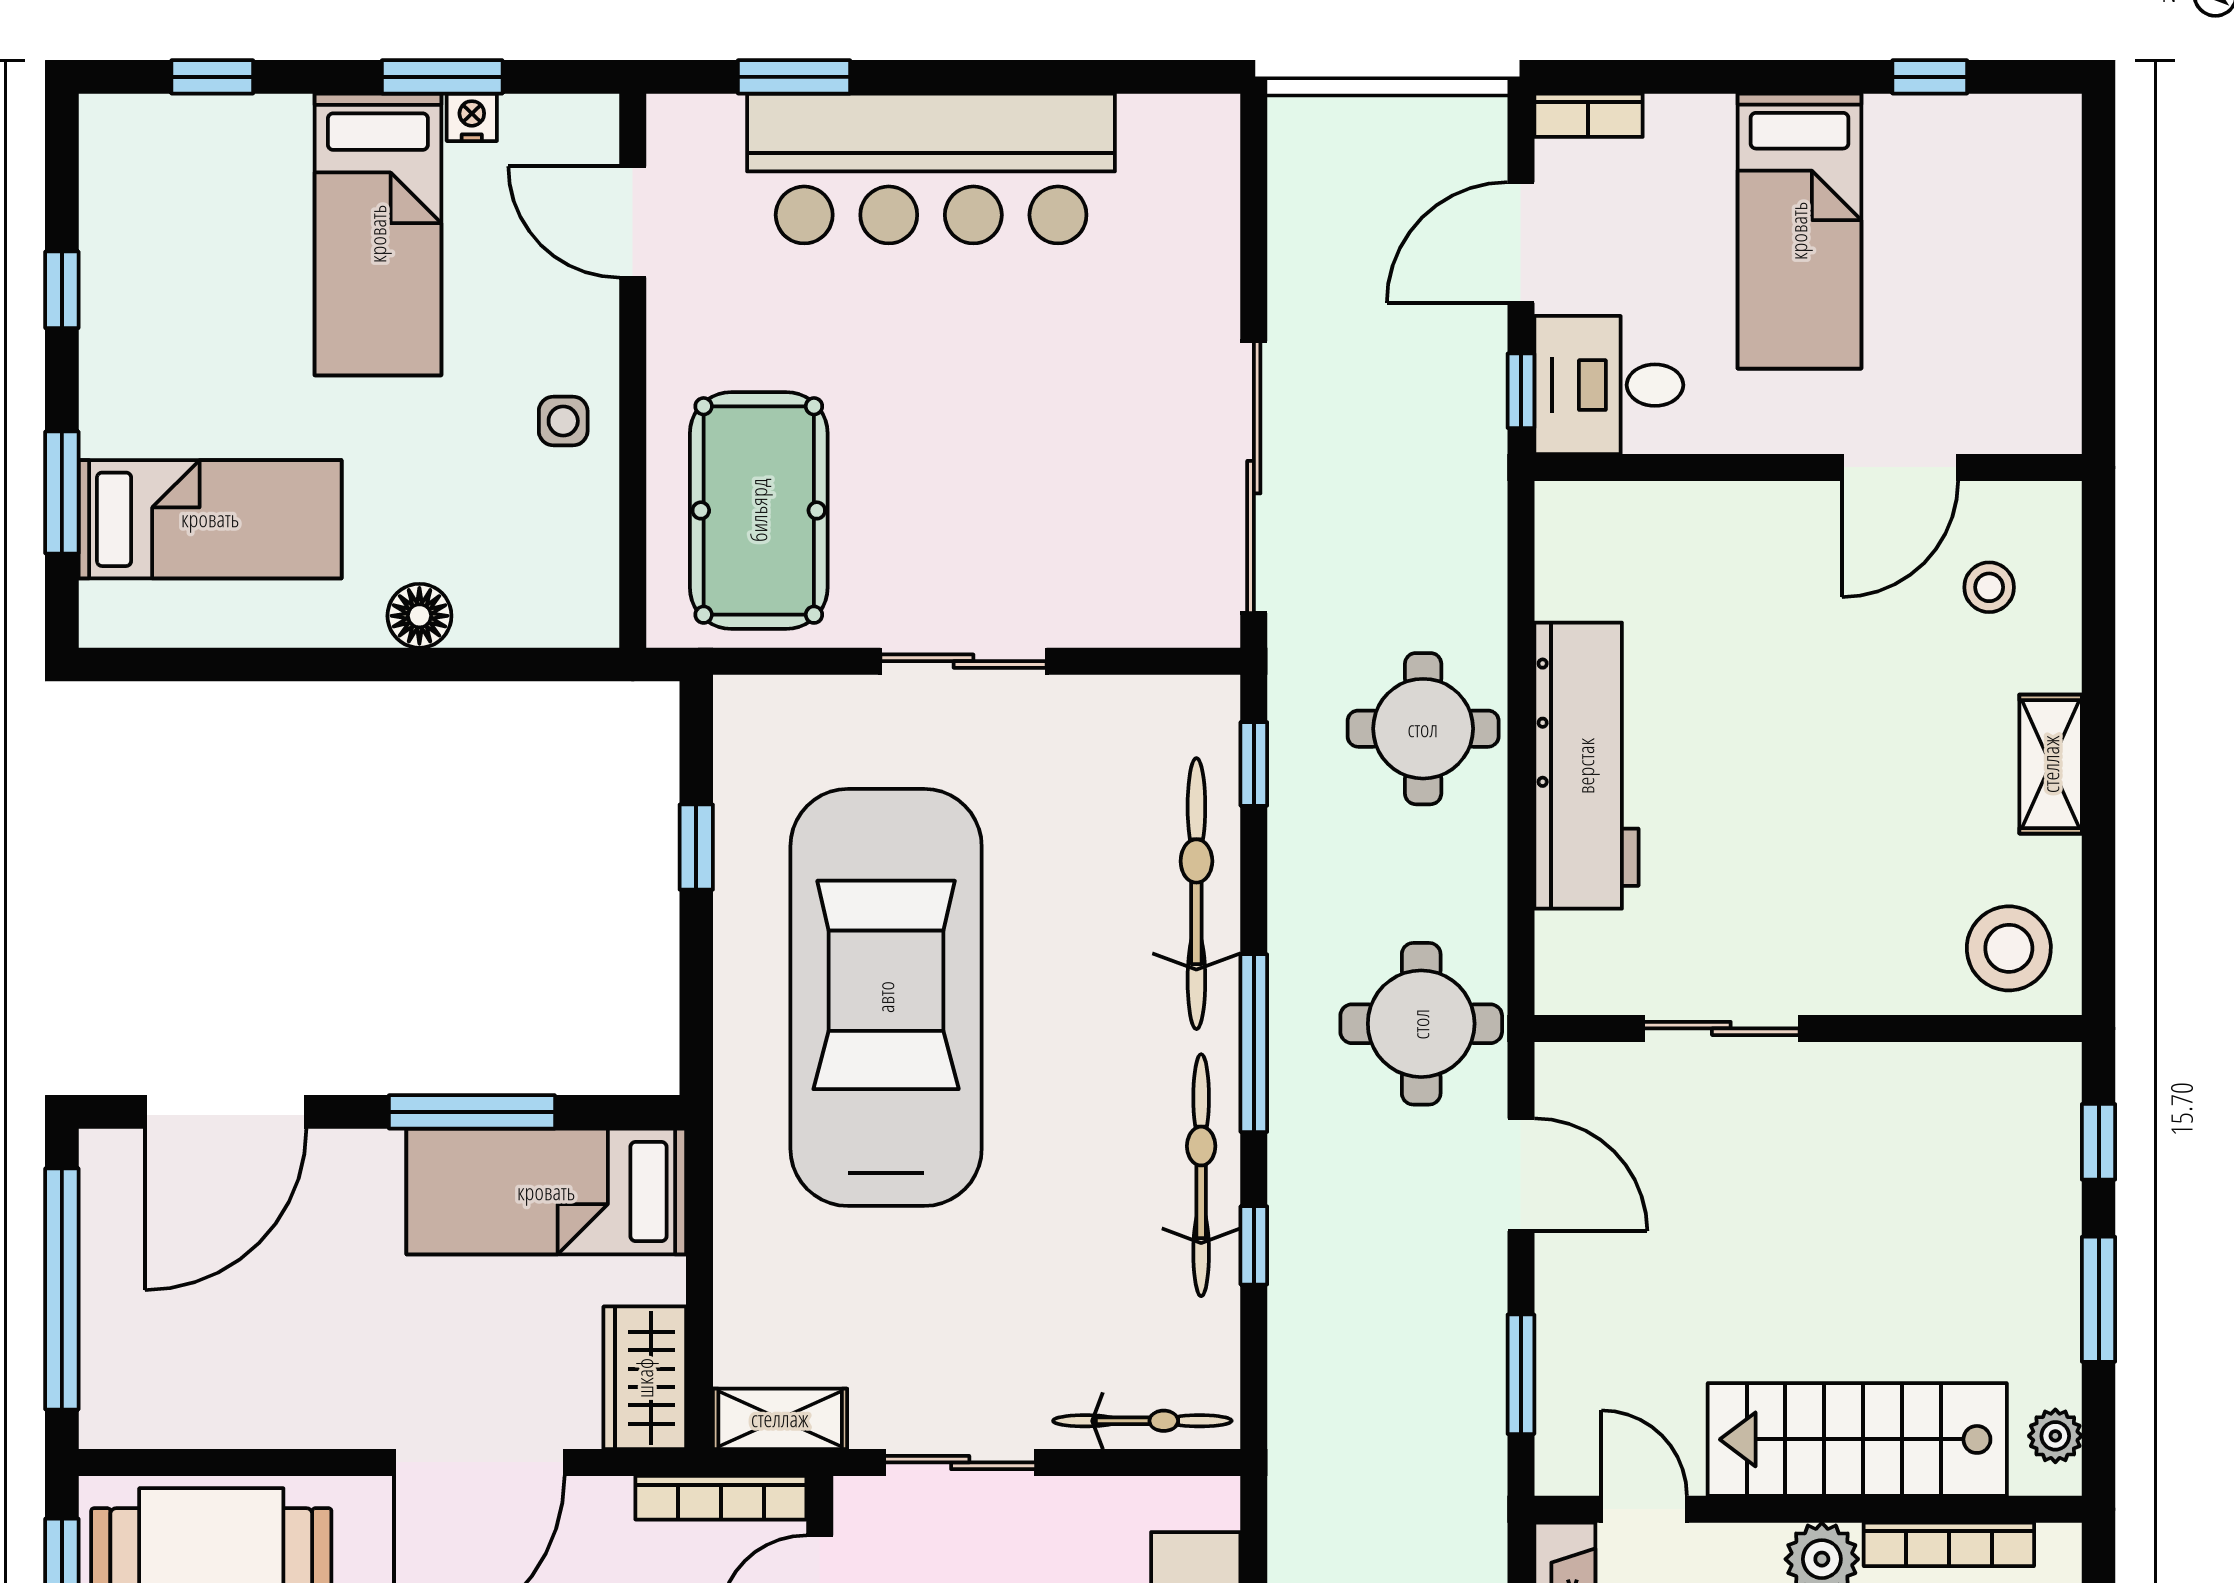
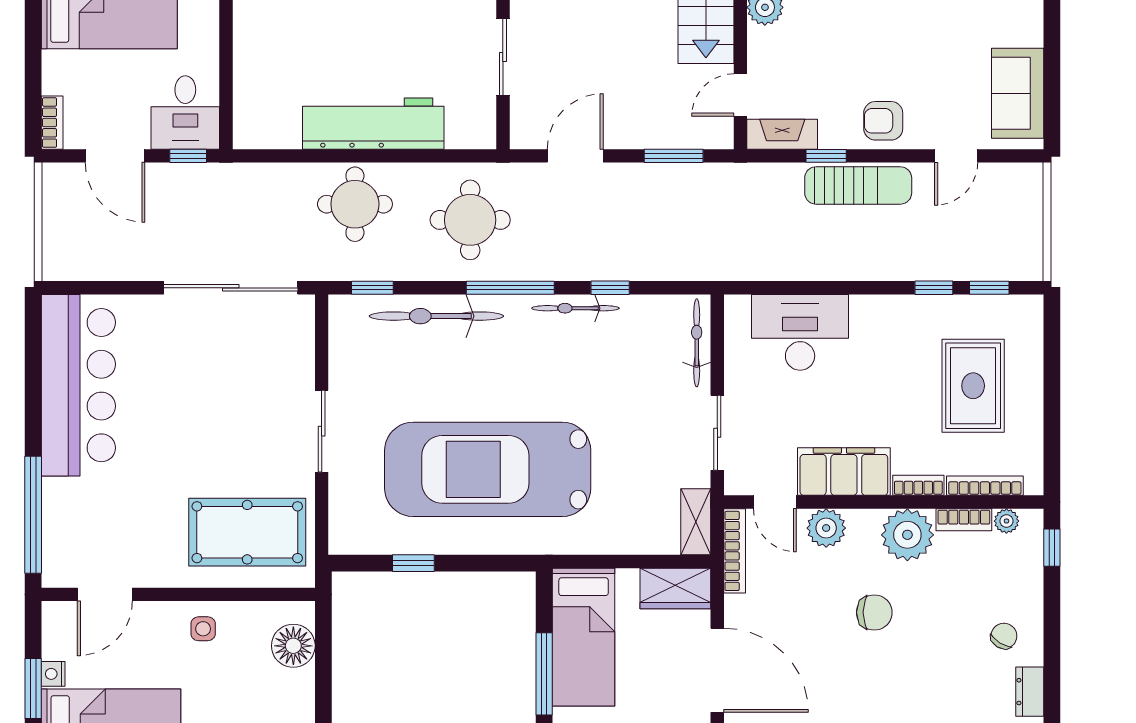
window: (794, 77) -> (33, 515), width x2.11
bar counter: (931, 168) -> (78, 385), moved
floor lamp: (419, 616) -> (293, 646), moved, width x1.38, depth x1.38
round table: (1421, 1024) -> (470, 220), moved
bicycle: (1201, 1175) -> (575, 308), width x0.73, depth x0.71

